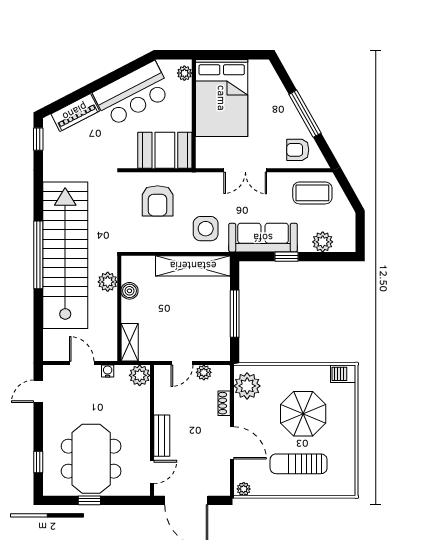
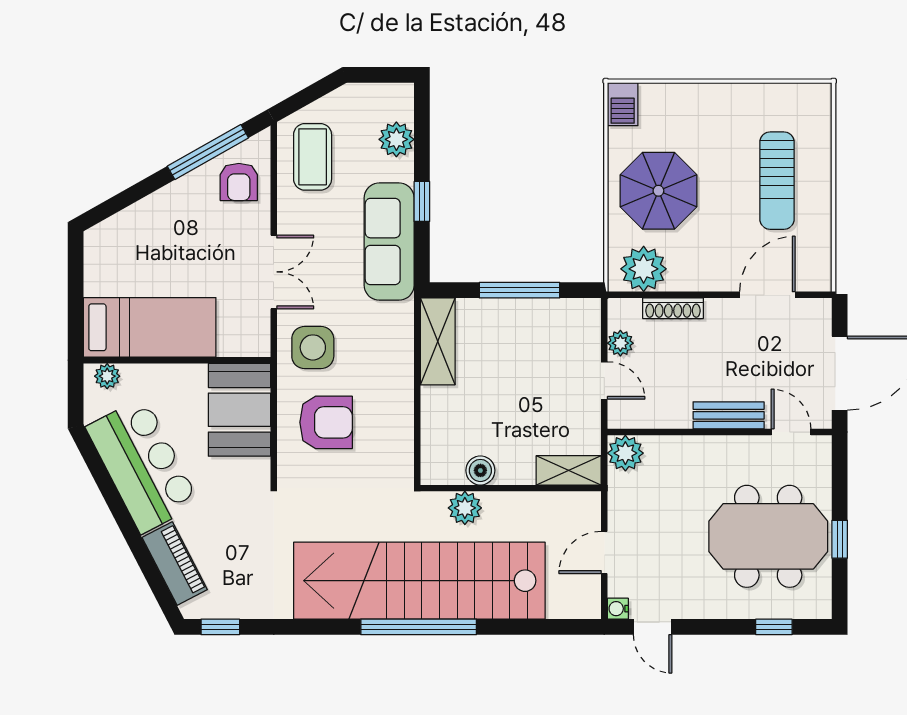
bed: (222, 98) -> (150, 327), width x0.67
window: (305, 114) -> (208, 152), moved
side table: (206, 229) -> (313, 347), moved
shelving: (193, 266) -> (438, 341), width x0.68
water cooler: (108, 371) -> (618, 609), moved
shoe rack: (224, 403) -> (673, 308), width x1.43
parasol: (303, 414) -> (658, 191), moved
door: (232, 443) -> (767, 295), moved
plant: (244, 489) -> (820, 275), removed

